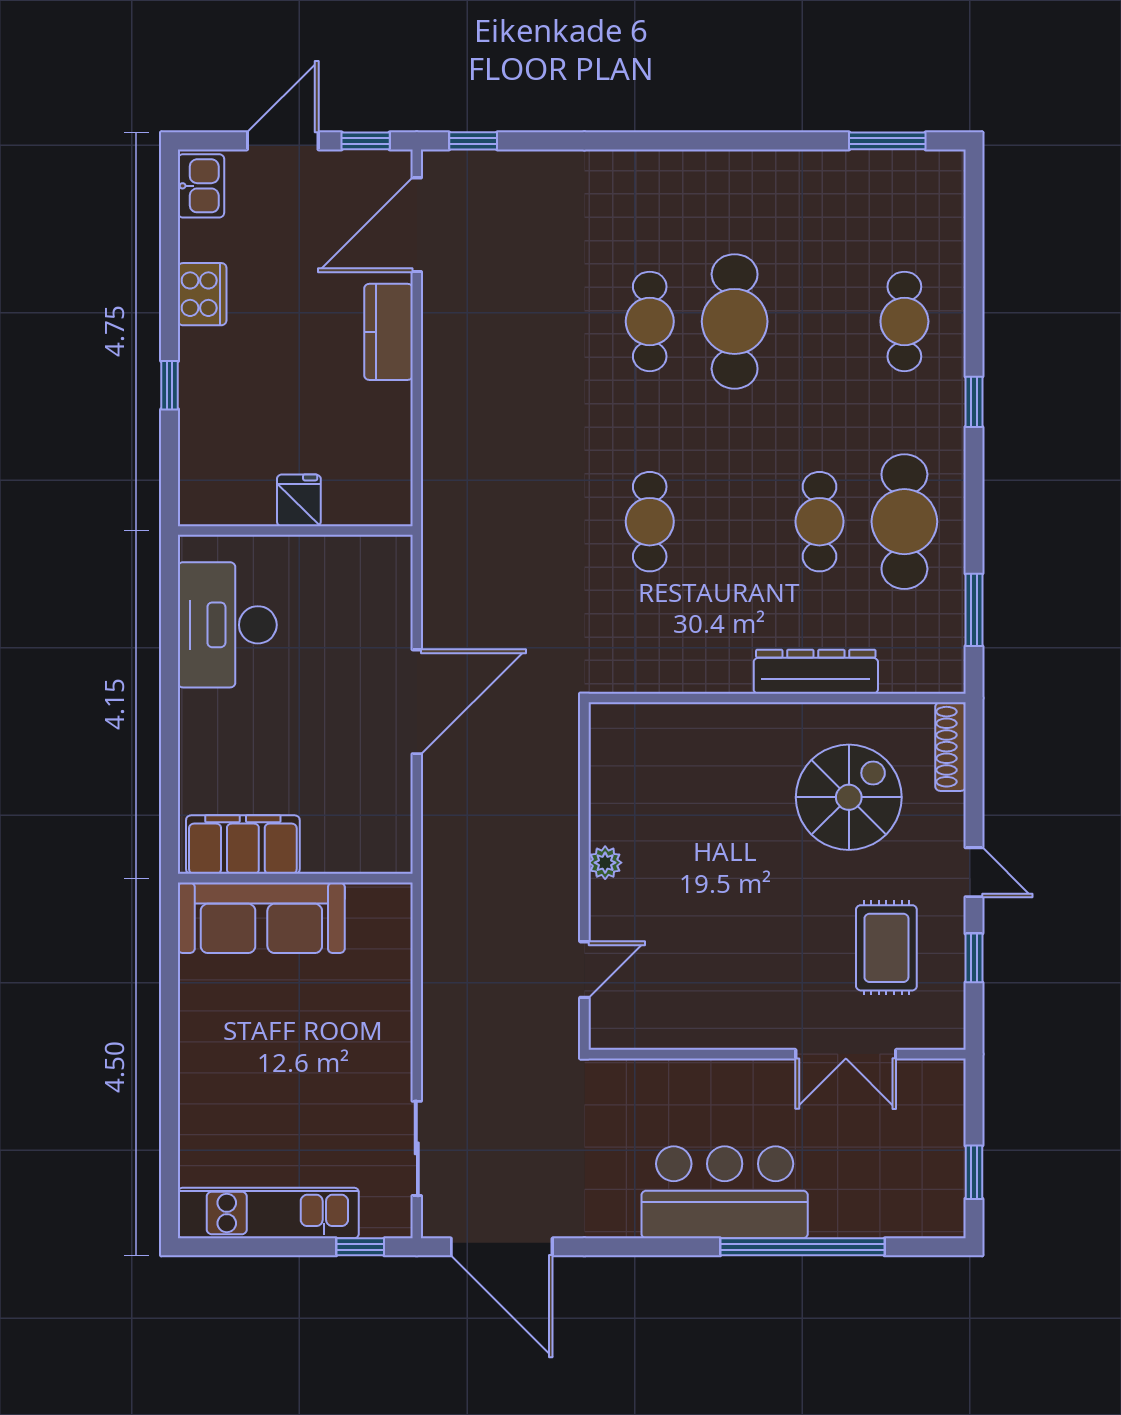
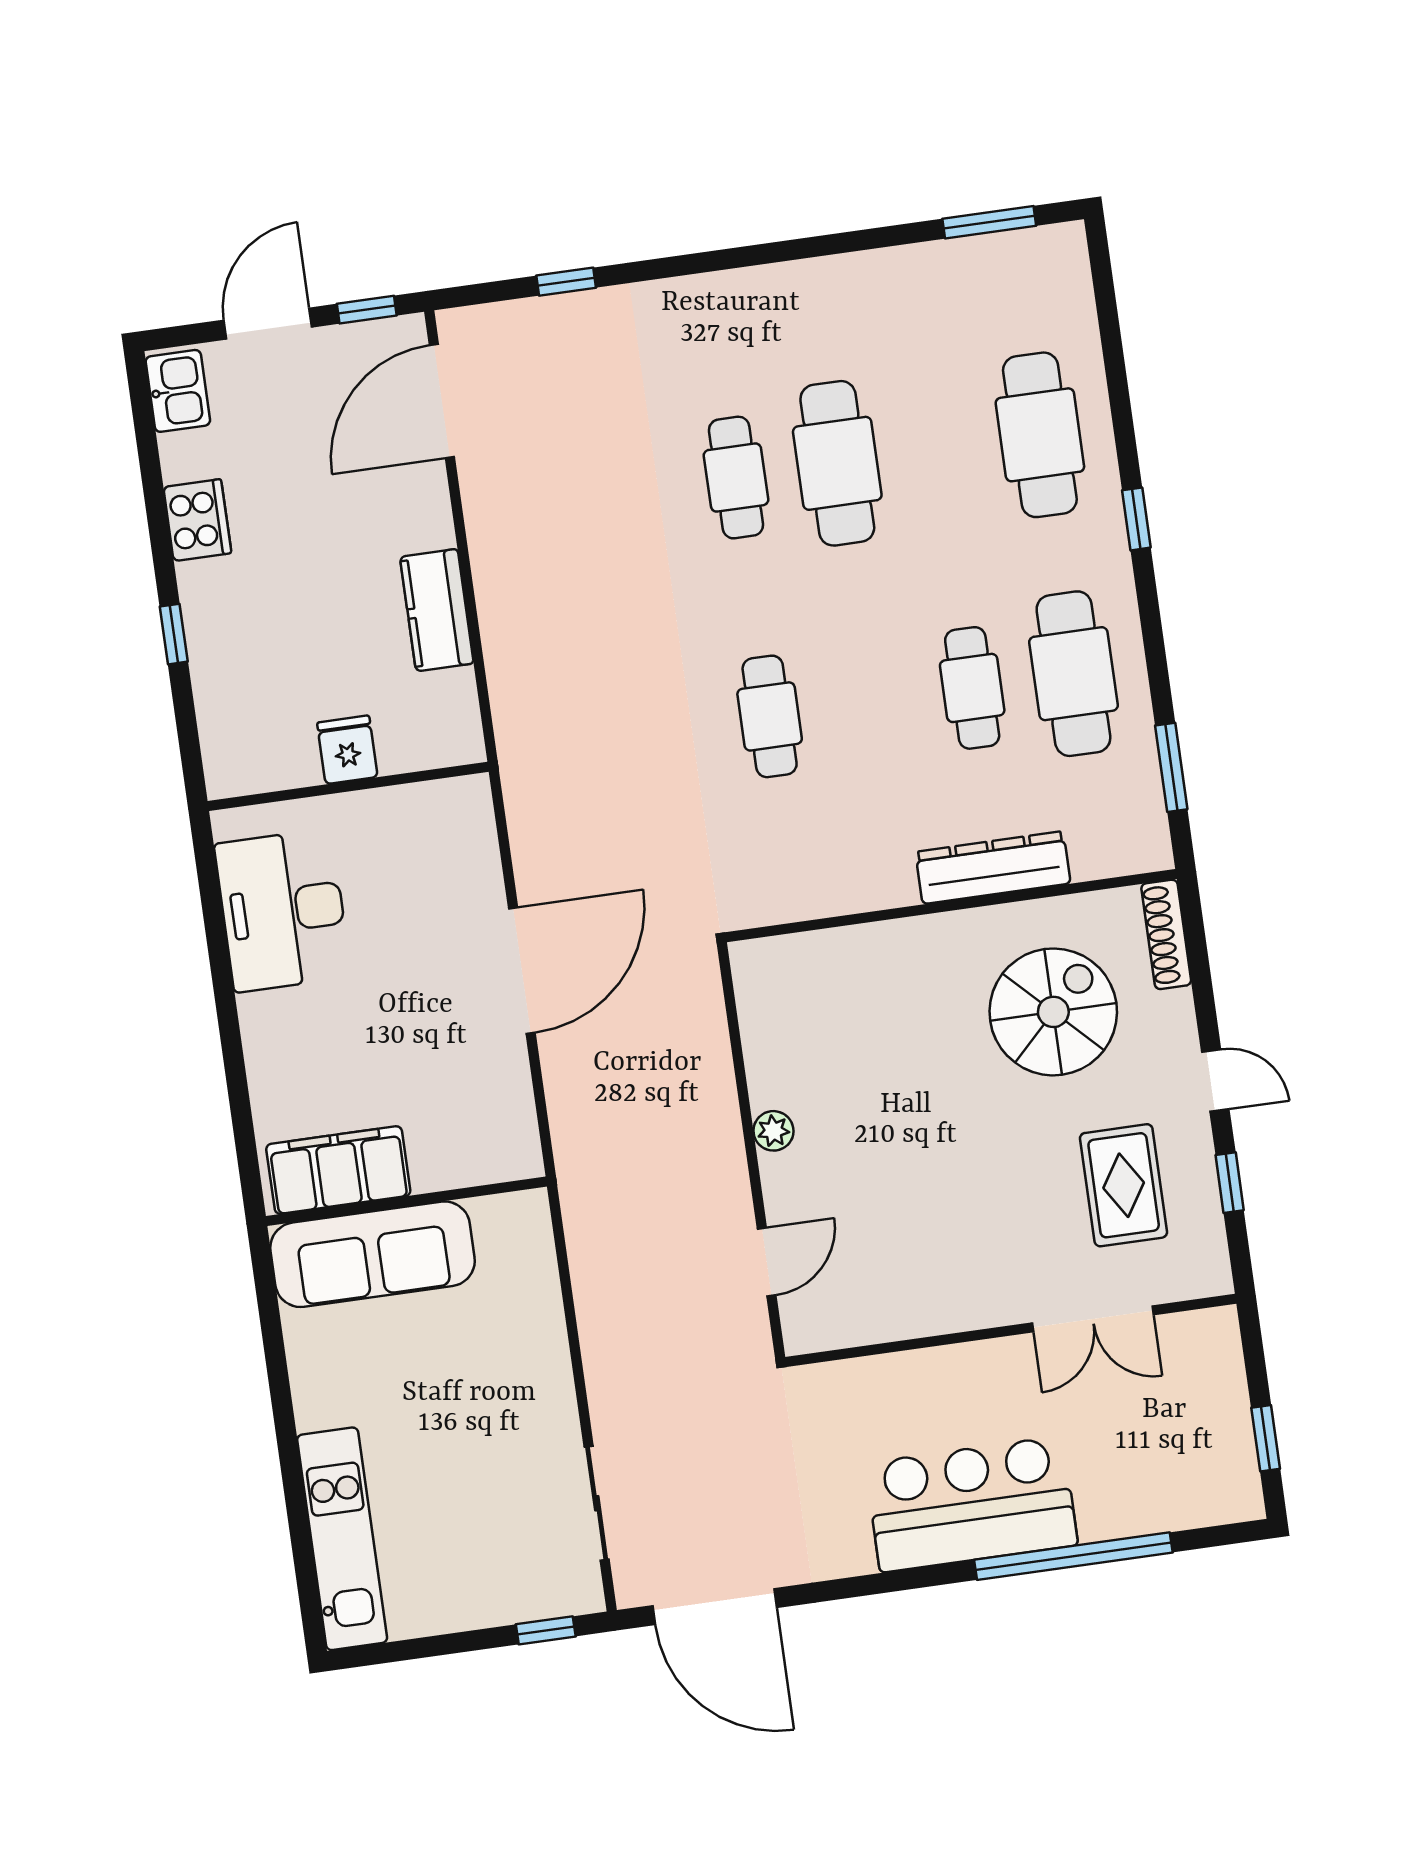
window: (473, 141) -> (566, 282), moved
cafe table: (904, 321) -> (1040, 435), width x1.37, depth x1.35
kitchen counter: (388, 332) -> (437, 610), moved
kitchen unit: (268, 1213) -> (342, 1539), moved, turned 90

